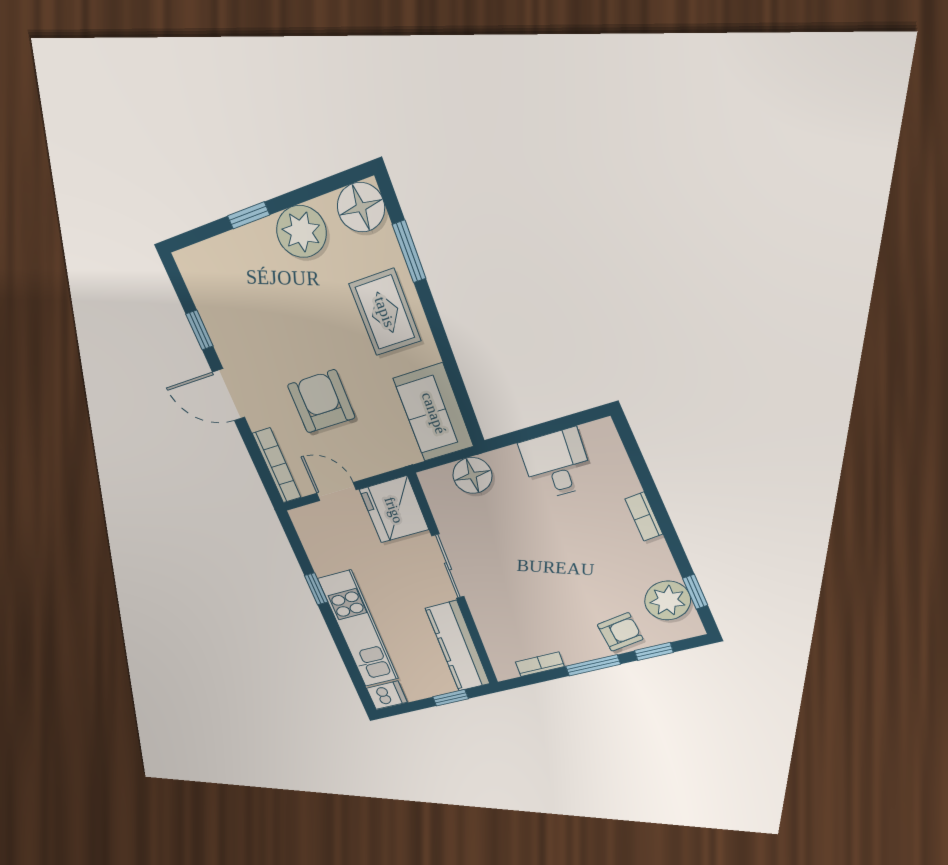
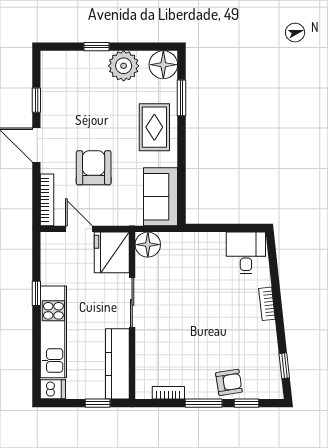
desk: (557, 464) -> (246, 253), moved
floor lamp: (472, 475) -> (148, 245), moved
plant: (668, 601) -> (266, 367), removed

